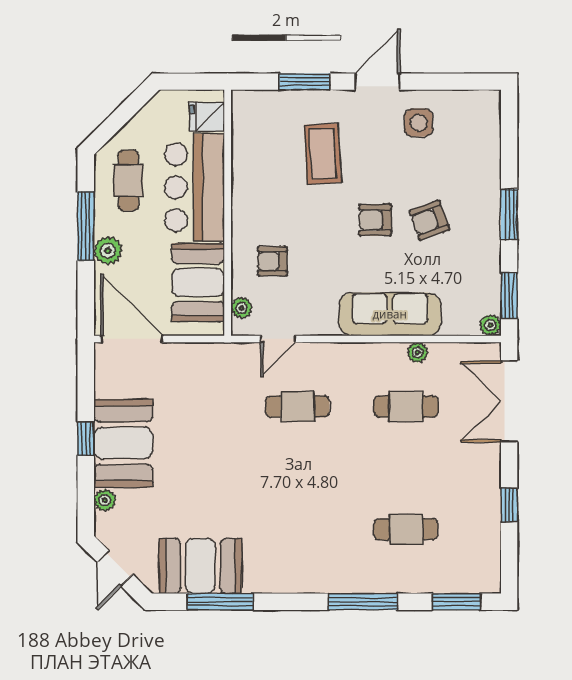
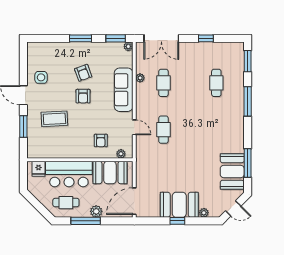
door: (278, 339) -> (134, 127), moved

